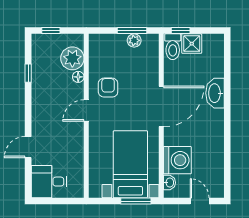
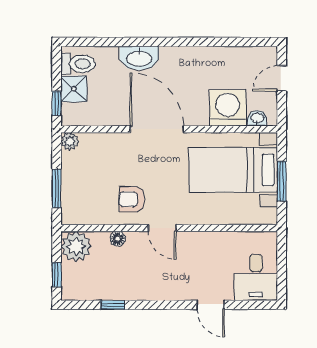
window: (132, 31) -> (57, 188), moved
plant: (134, 40) -> (70, 141), moved
toilet: (173, 47) -> (78, 64), moved
plant: (72, 58) -> (76, 246), moved
window: (136, 201) -> (282, 181), moved

